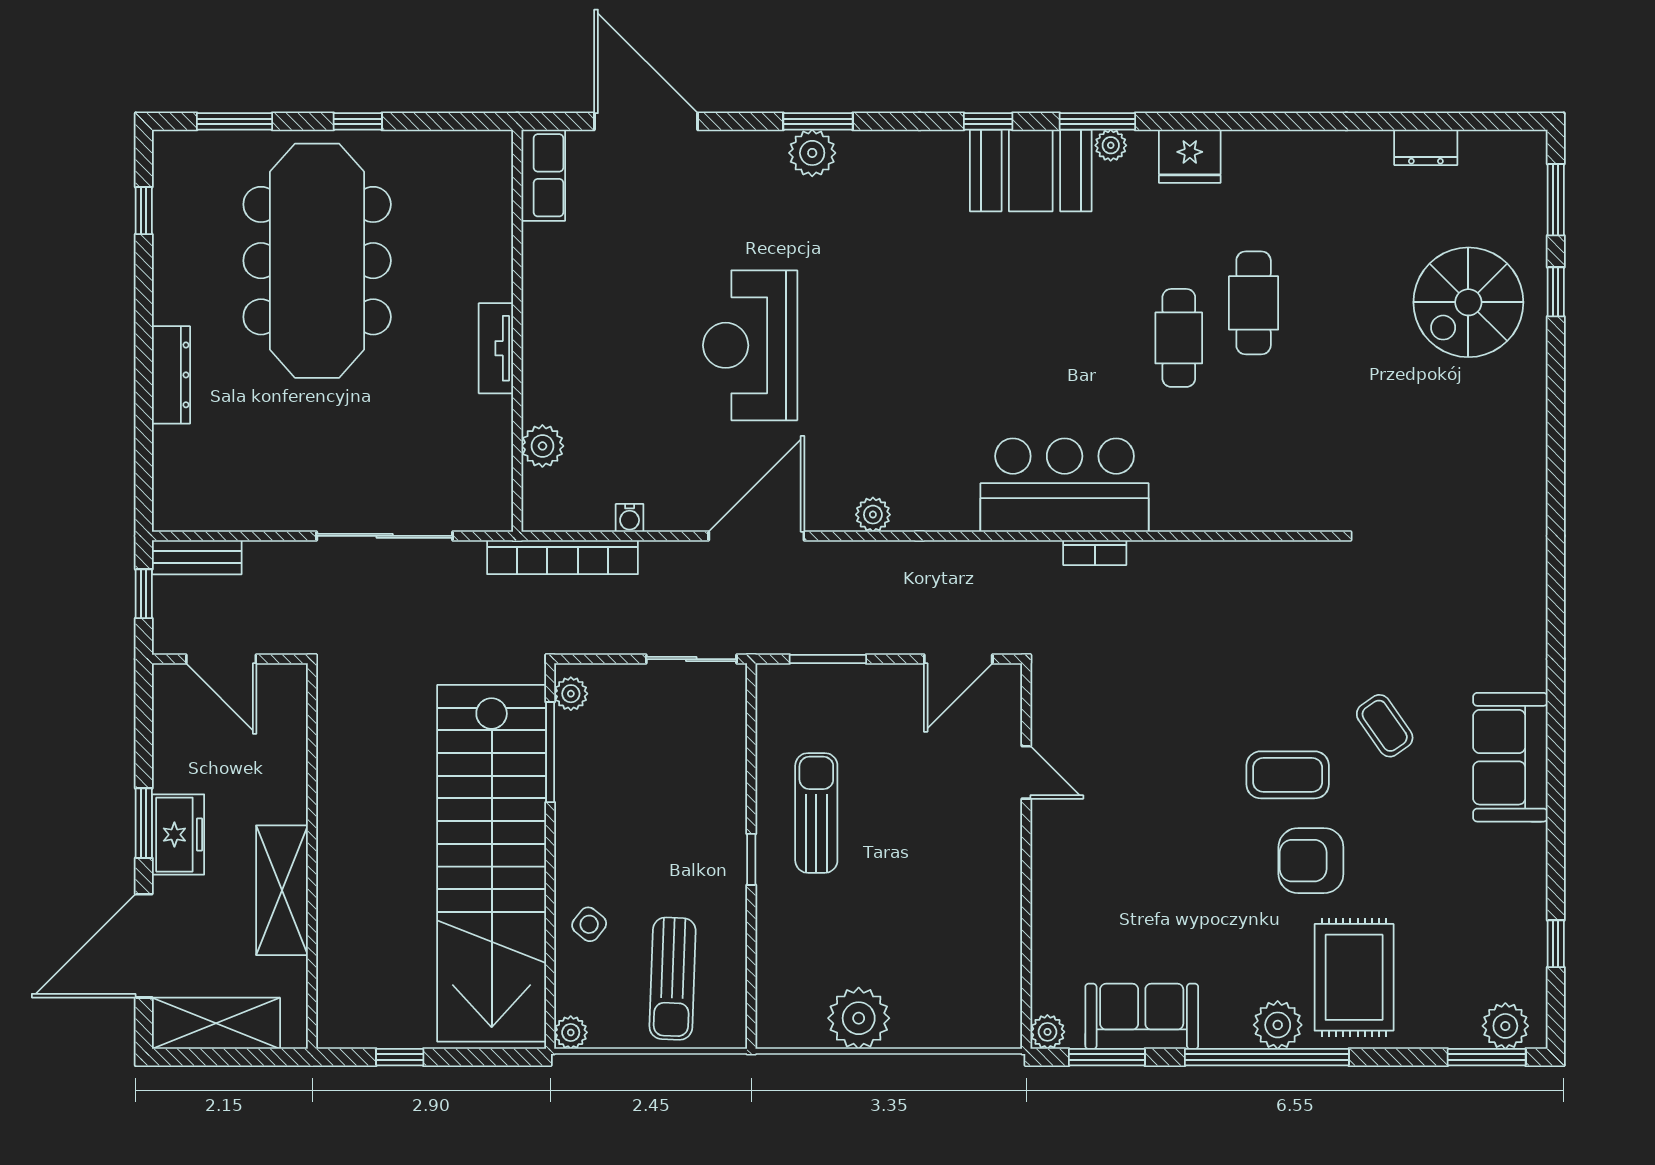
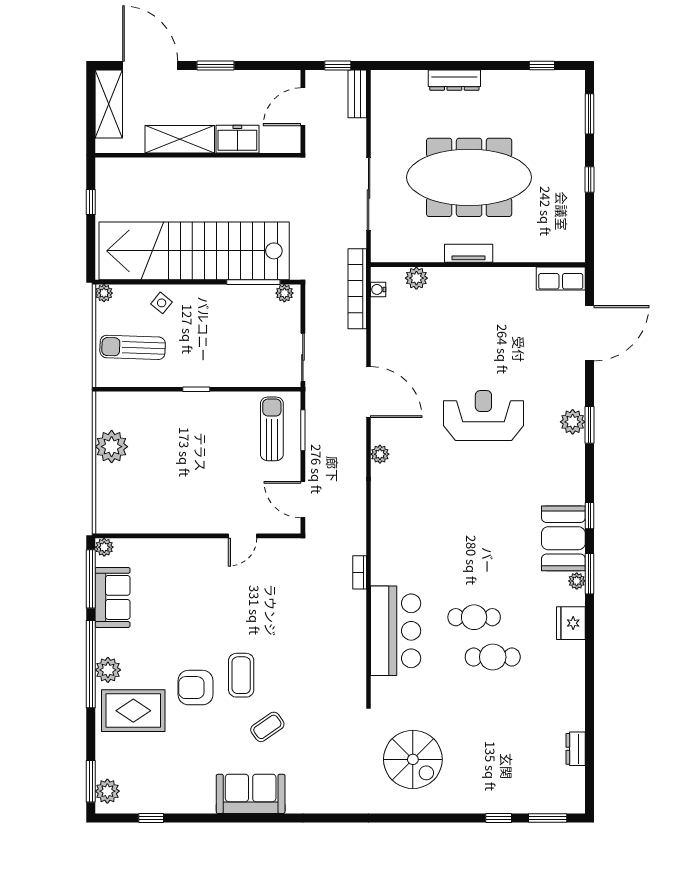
meeting table: (317, 261) -> (469, 177), moved
spiral stairs: (1468, 302) -> (413, 759), moved, turned 180
reception desk: (750, 345) -> (483, 416), moved
bar counter: (1065, 485) -> (396, 631), moved
water cooler: (630, 518) -> (378, 289), moved
sun lounger: (816, 813) -> (272, 429), moved, turned -90
freezer: (178, 835) -> (237, 139), moved, turned 180
armchair: (1311, 861) -> (196, 688), turned -90
window: (1107, 1057) -> (91, 579), width x1.44

